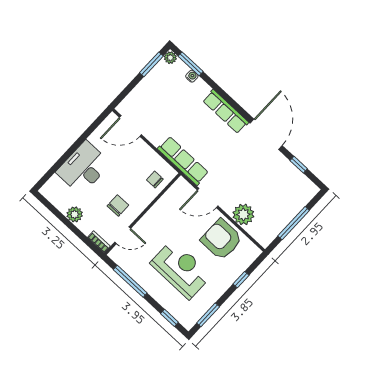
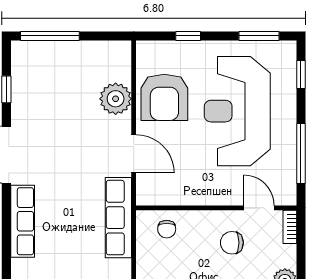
window: (294, 223) -> (50, 36), moved
reception desk: (181, 269) -> (237, 111), width x1.36, depth x1.30

